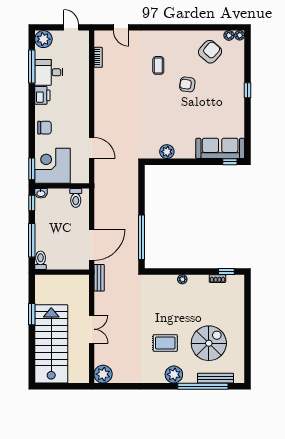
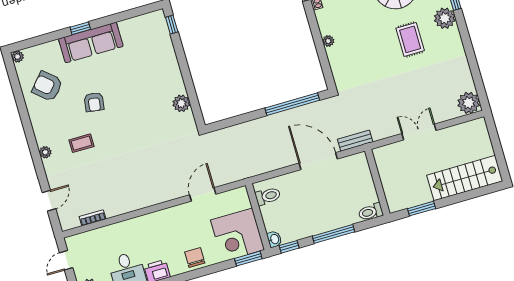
plant: (229, 35) -> (45, 152), moved
sofa: (220, 148) -> (91, 43), moved, turned -90
toilet: (41, 260) -> (371, 212), moved
wall: (62, 272) -> (377, 182), moved
stairs: (51, 344) -> (465, 178), width x0.73, depth x0.66

